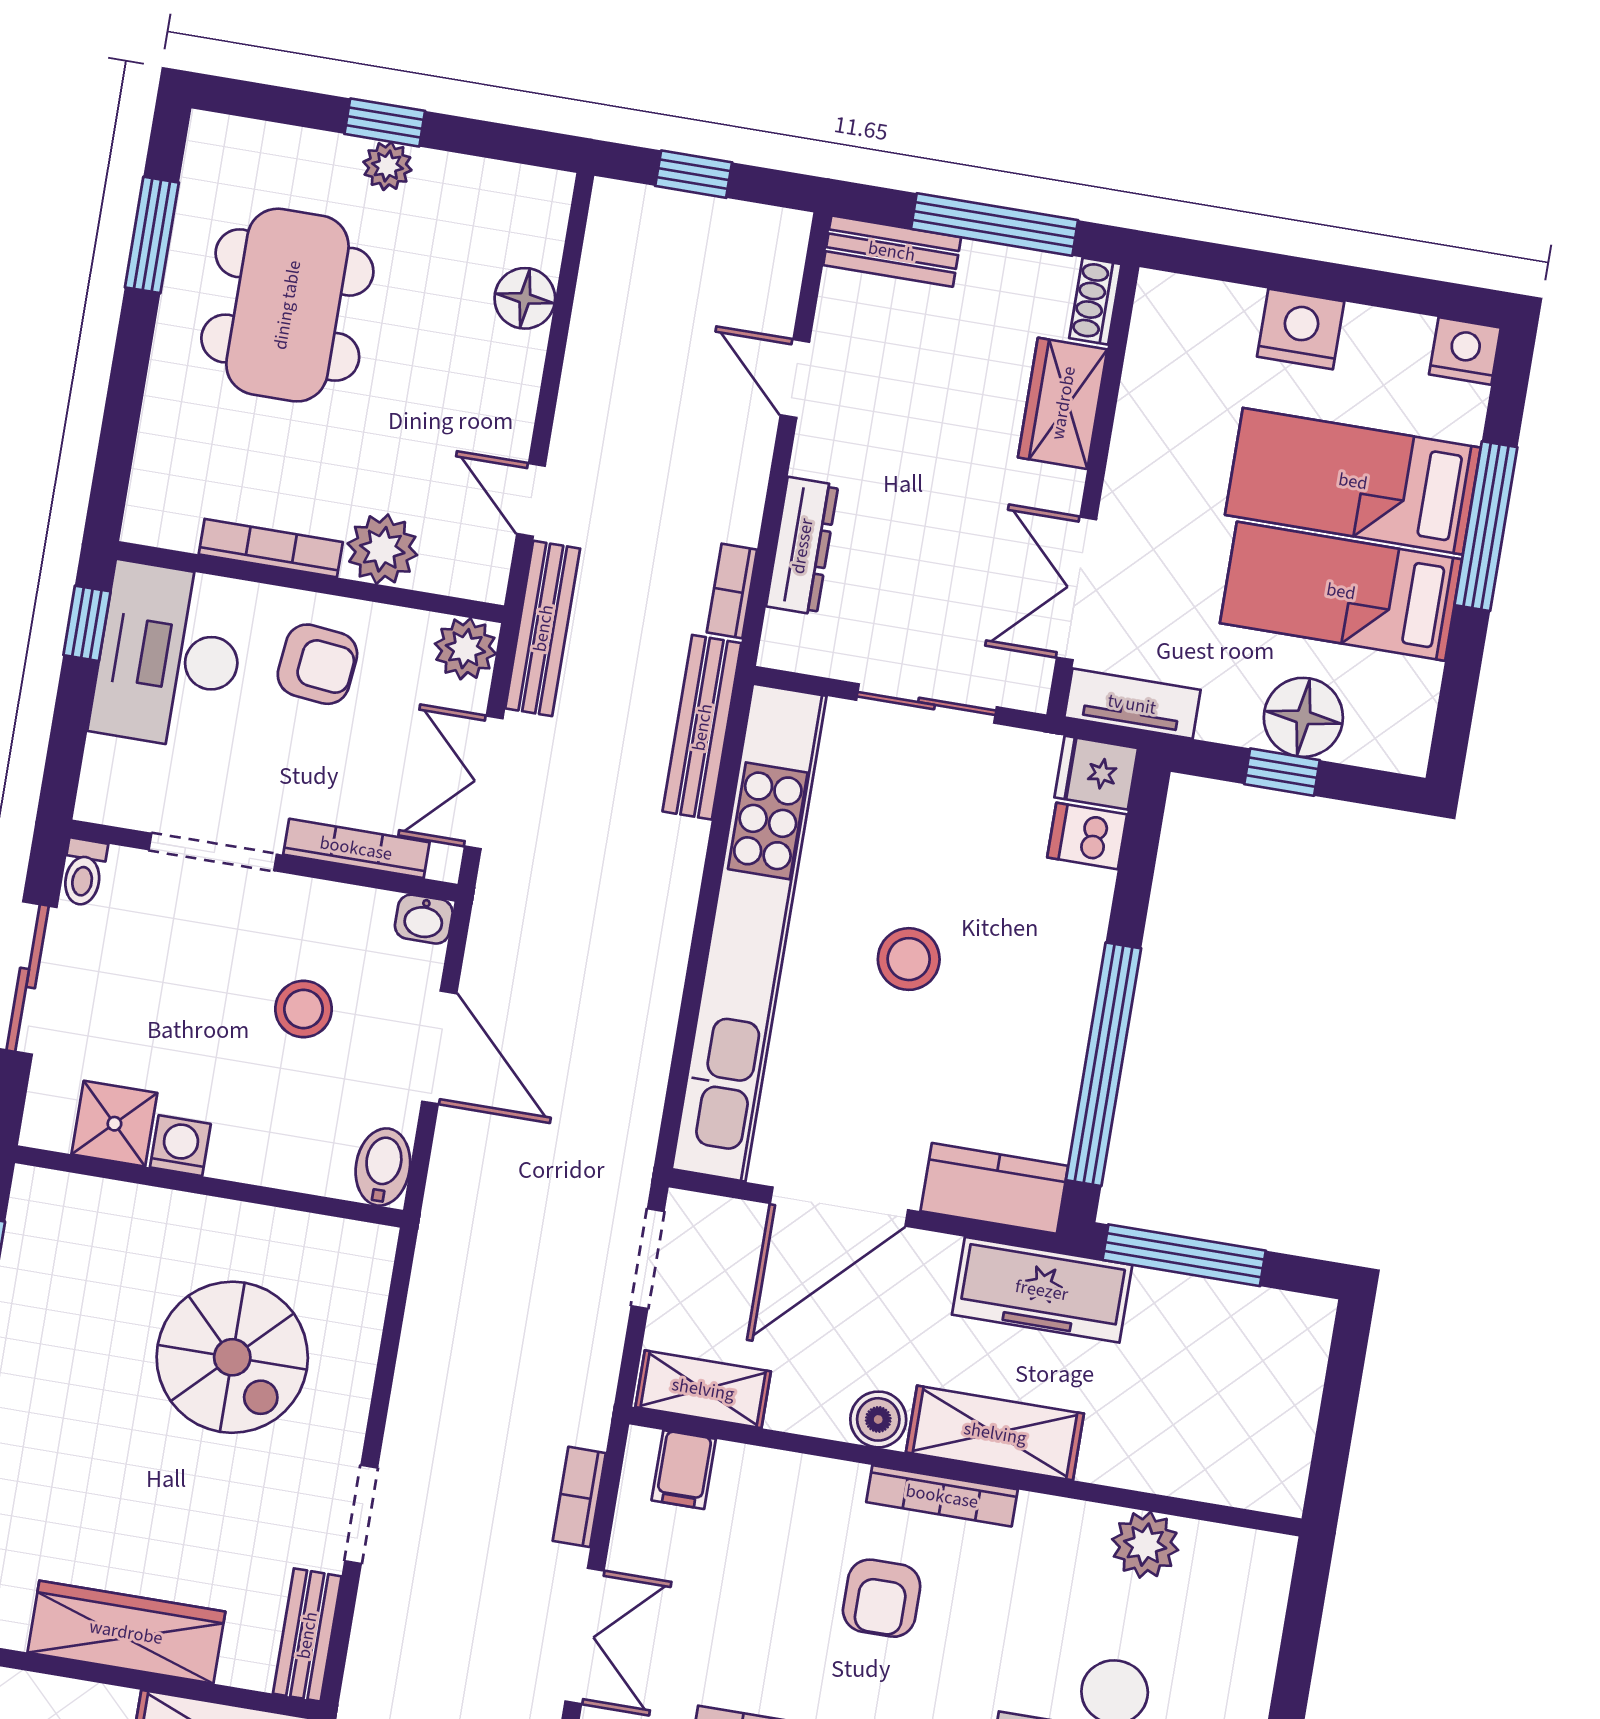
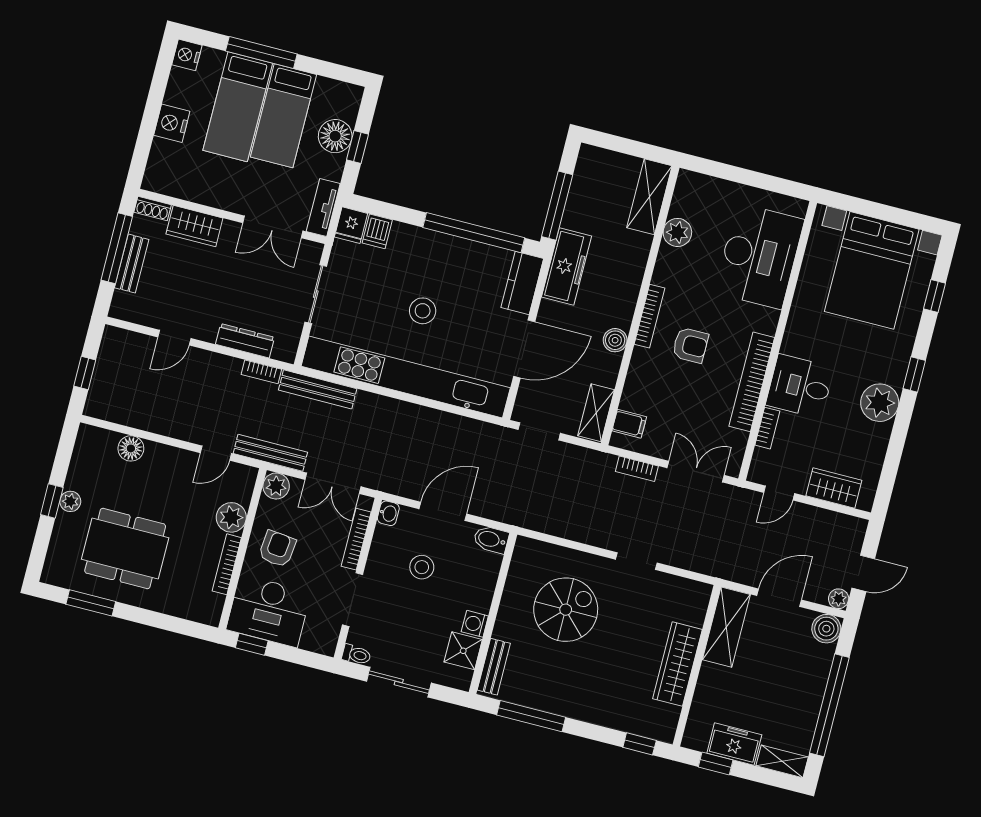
bench: (892, 251) -> (132, 264), moved
door: (839, 1207) -> (524, 349), hinge flipped
shelving: (995, 1433) -> (649, 197), moved
bench: (307, 1635) -> (494, 667), moved, turned 90

